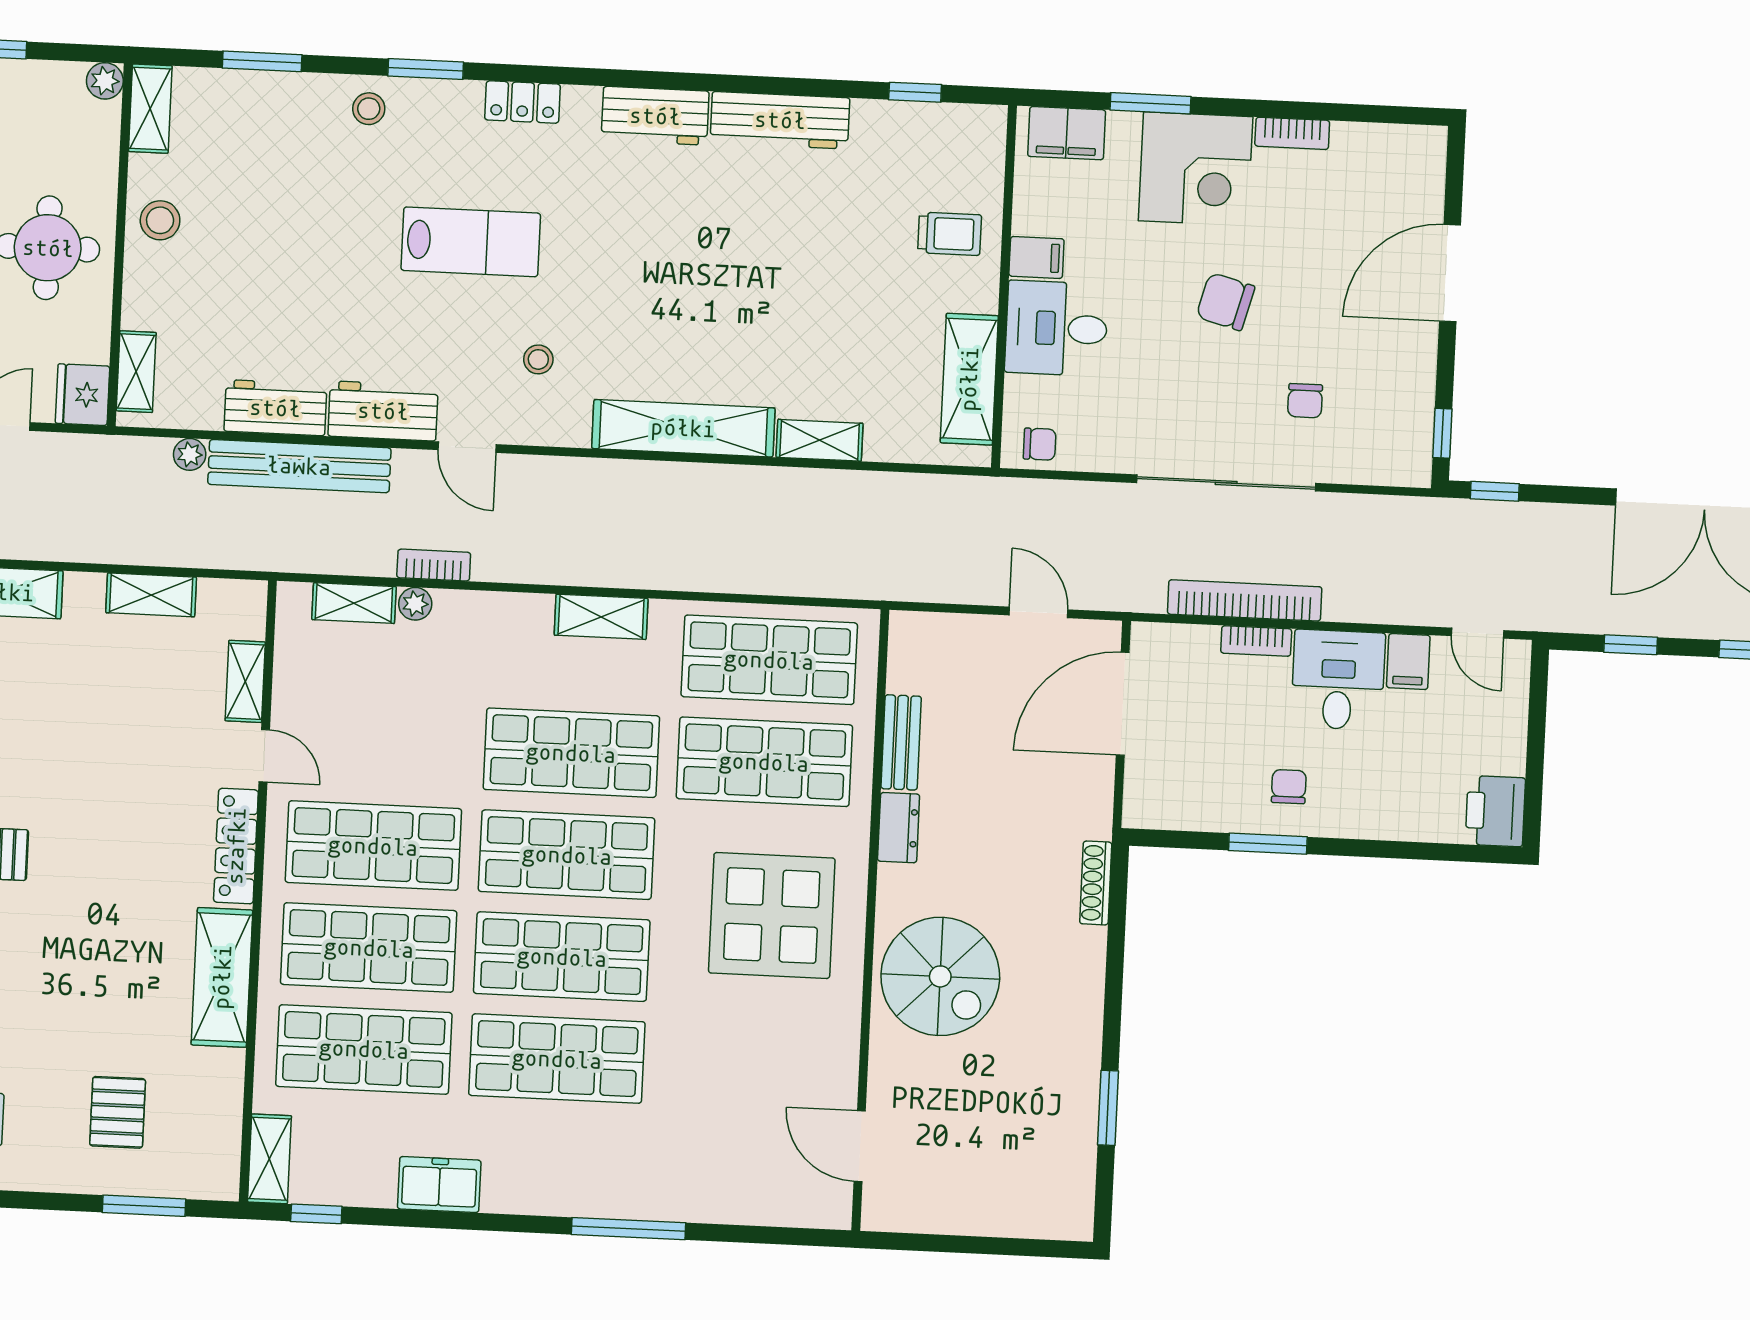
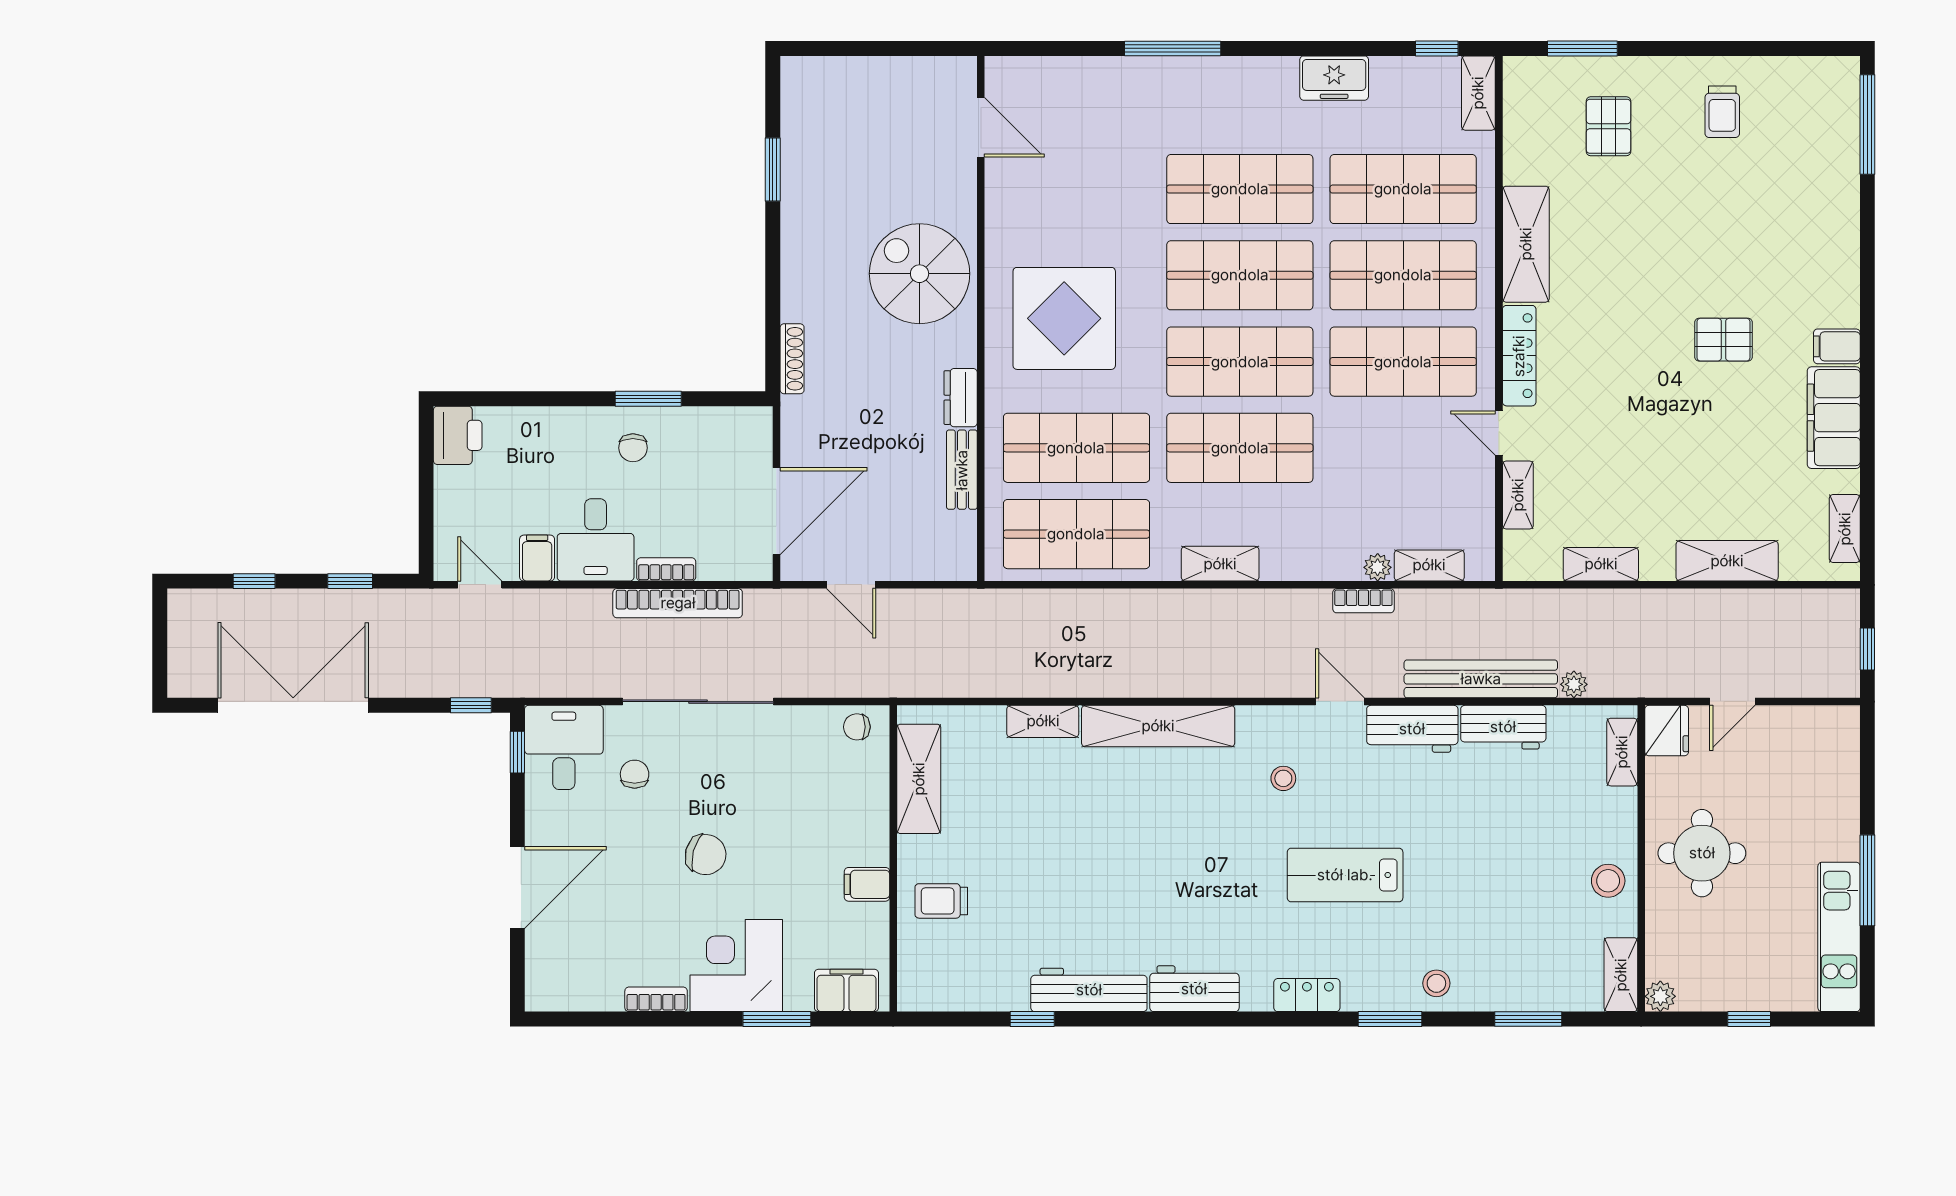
window: (915, 92) -> (1032, 1019), moved
desk: (1056, 328) -> (564, 747), moved, turned -90

